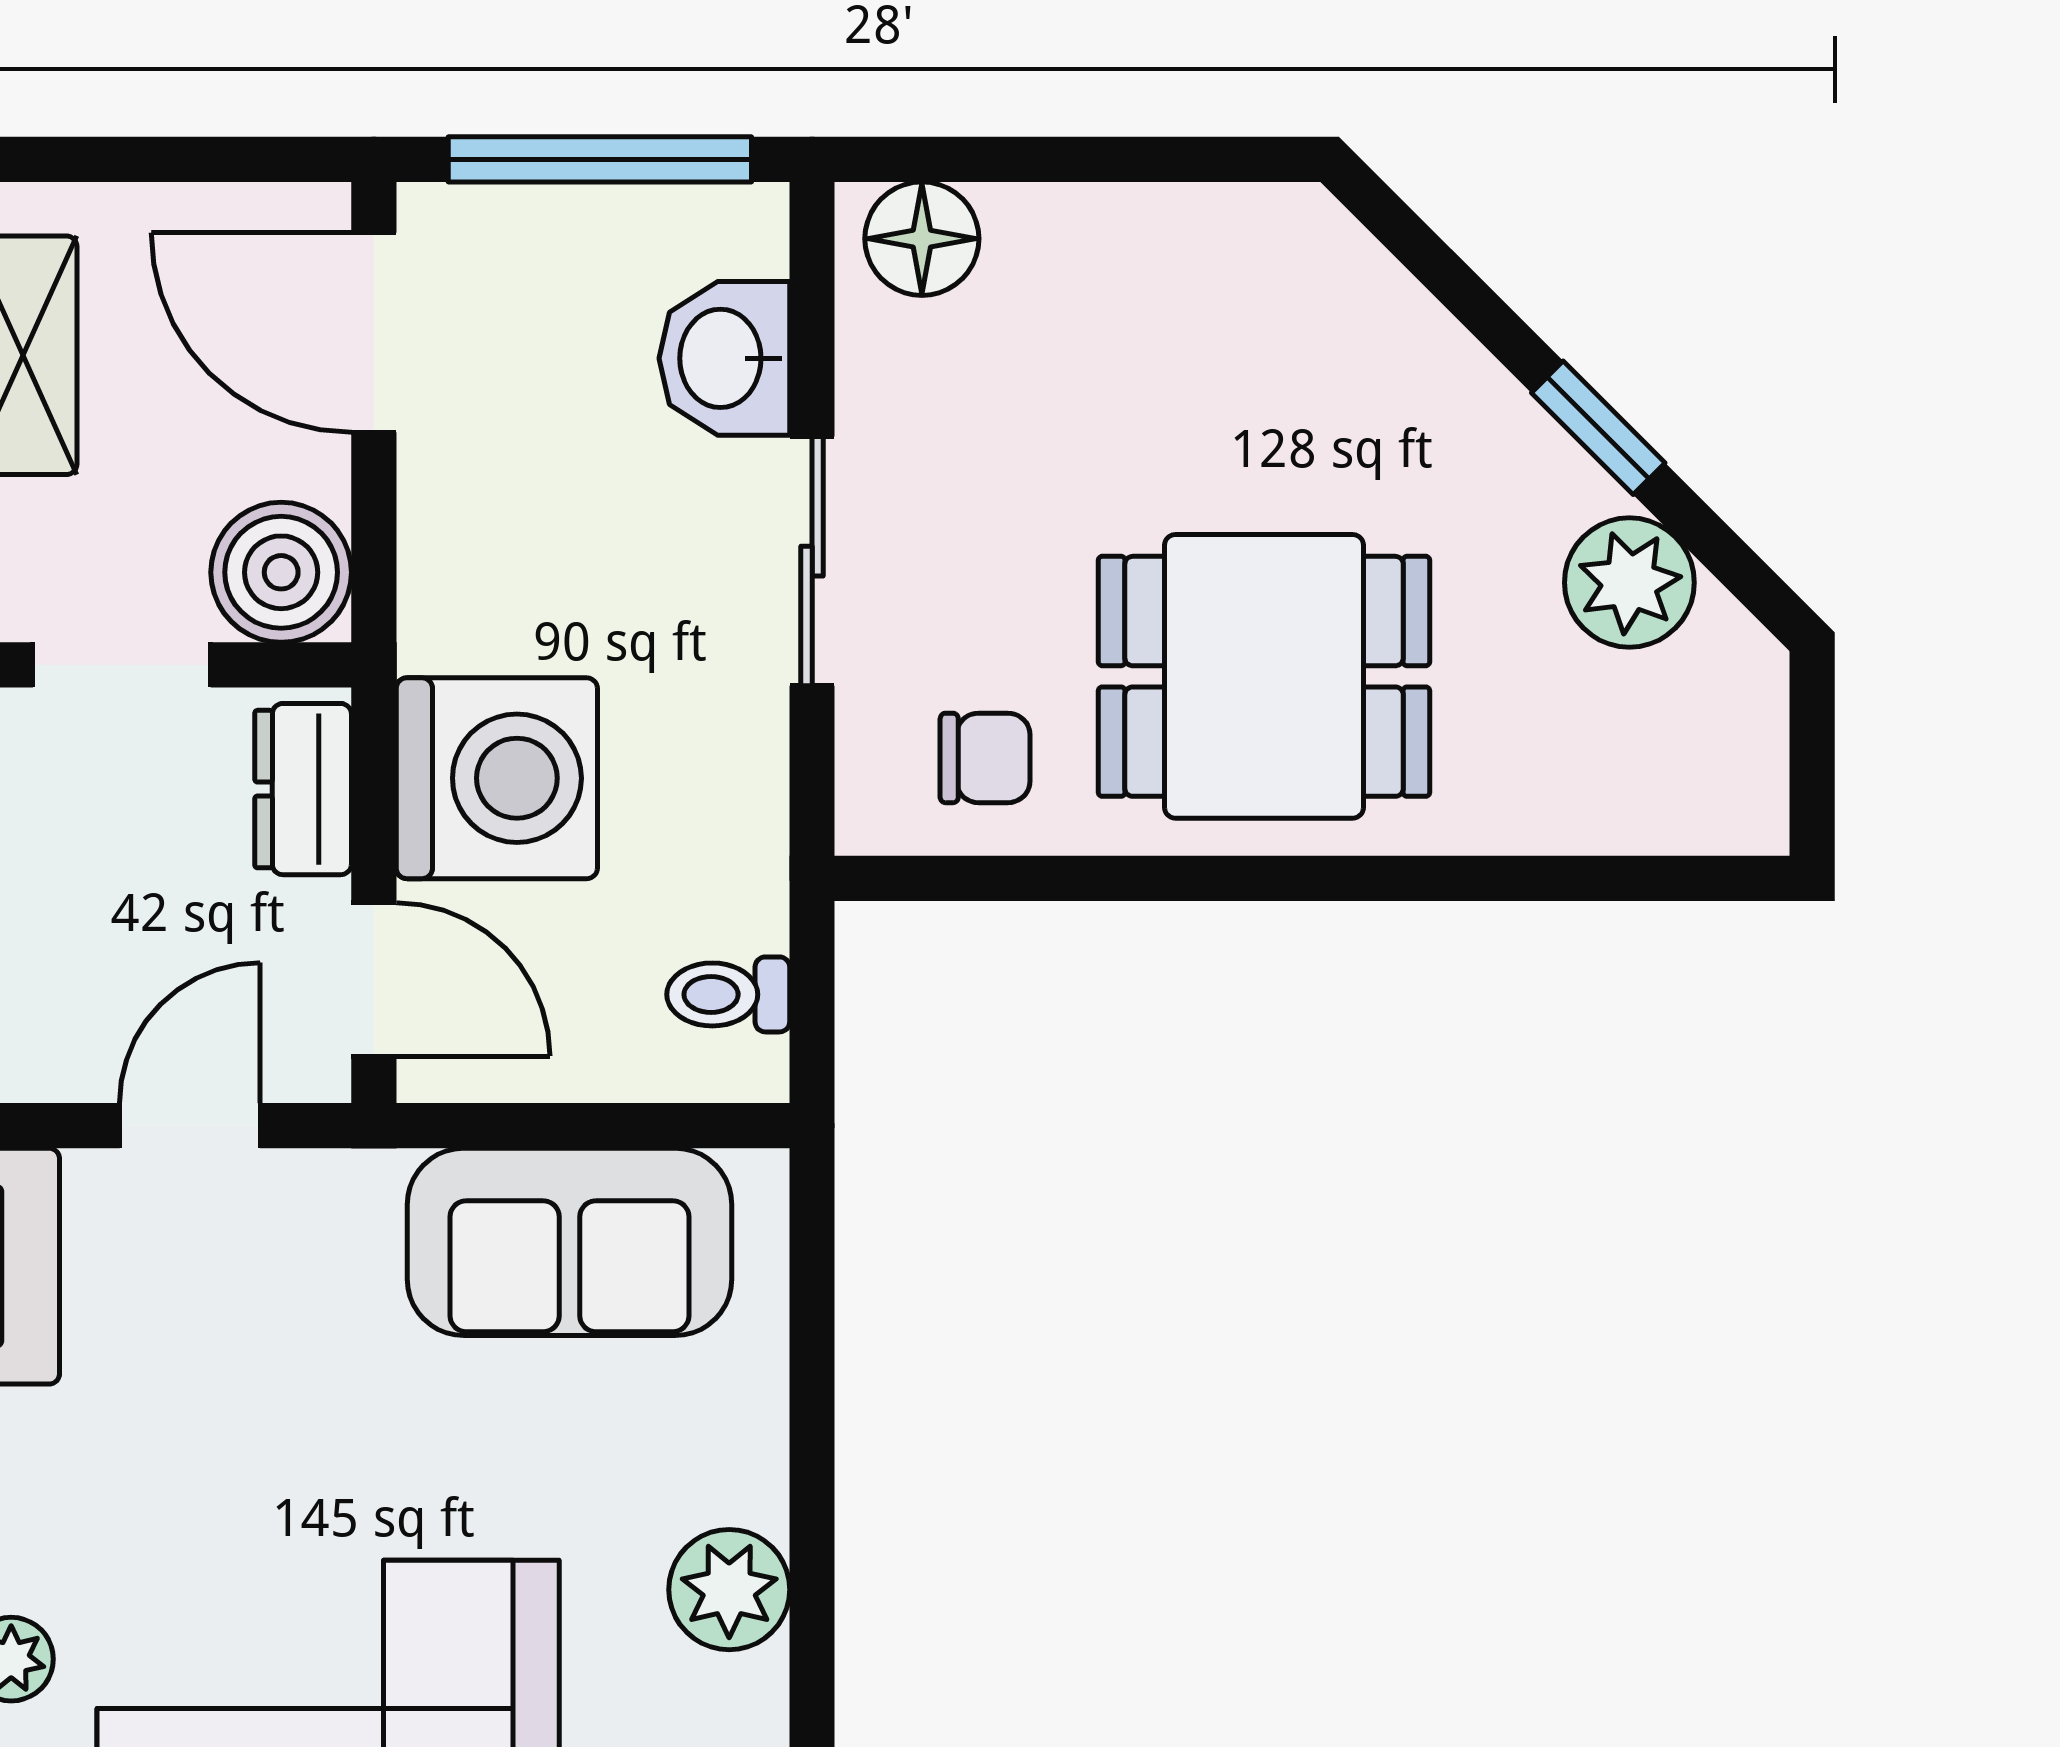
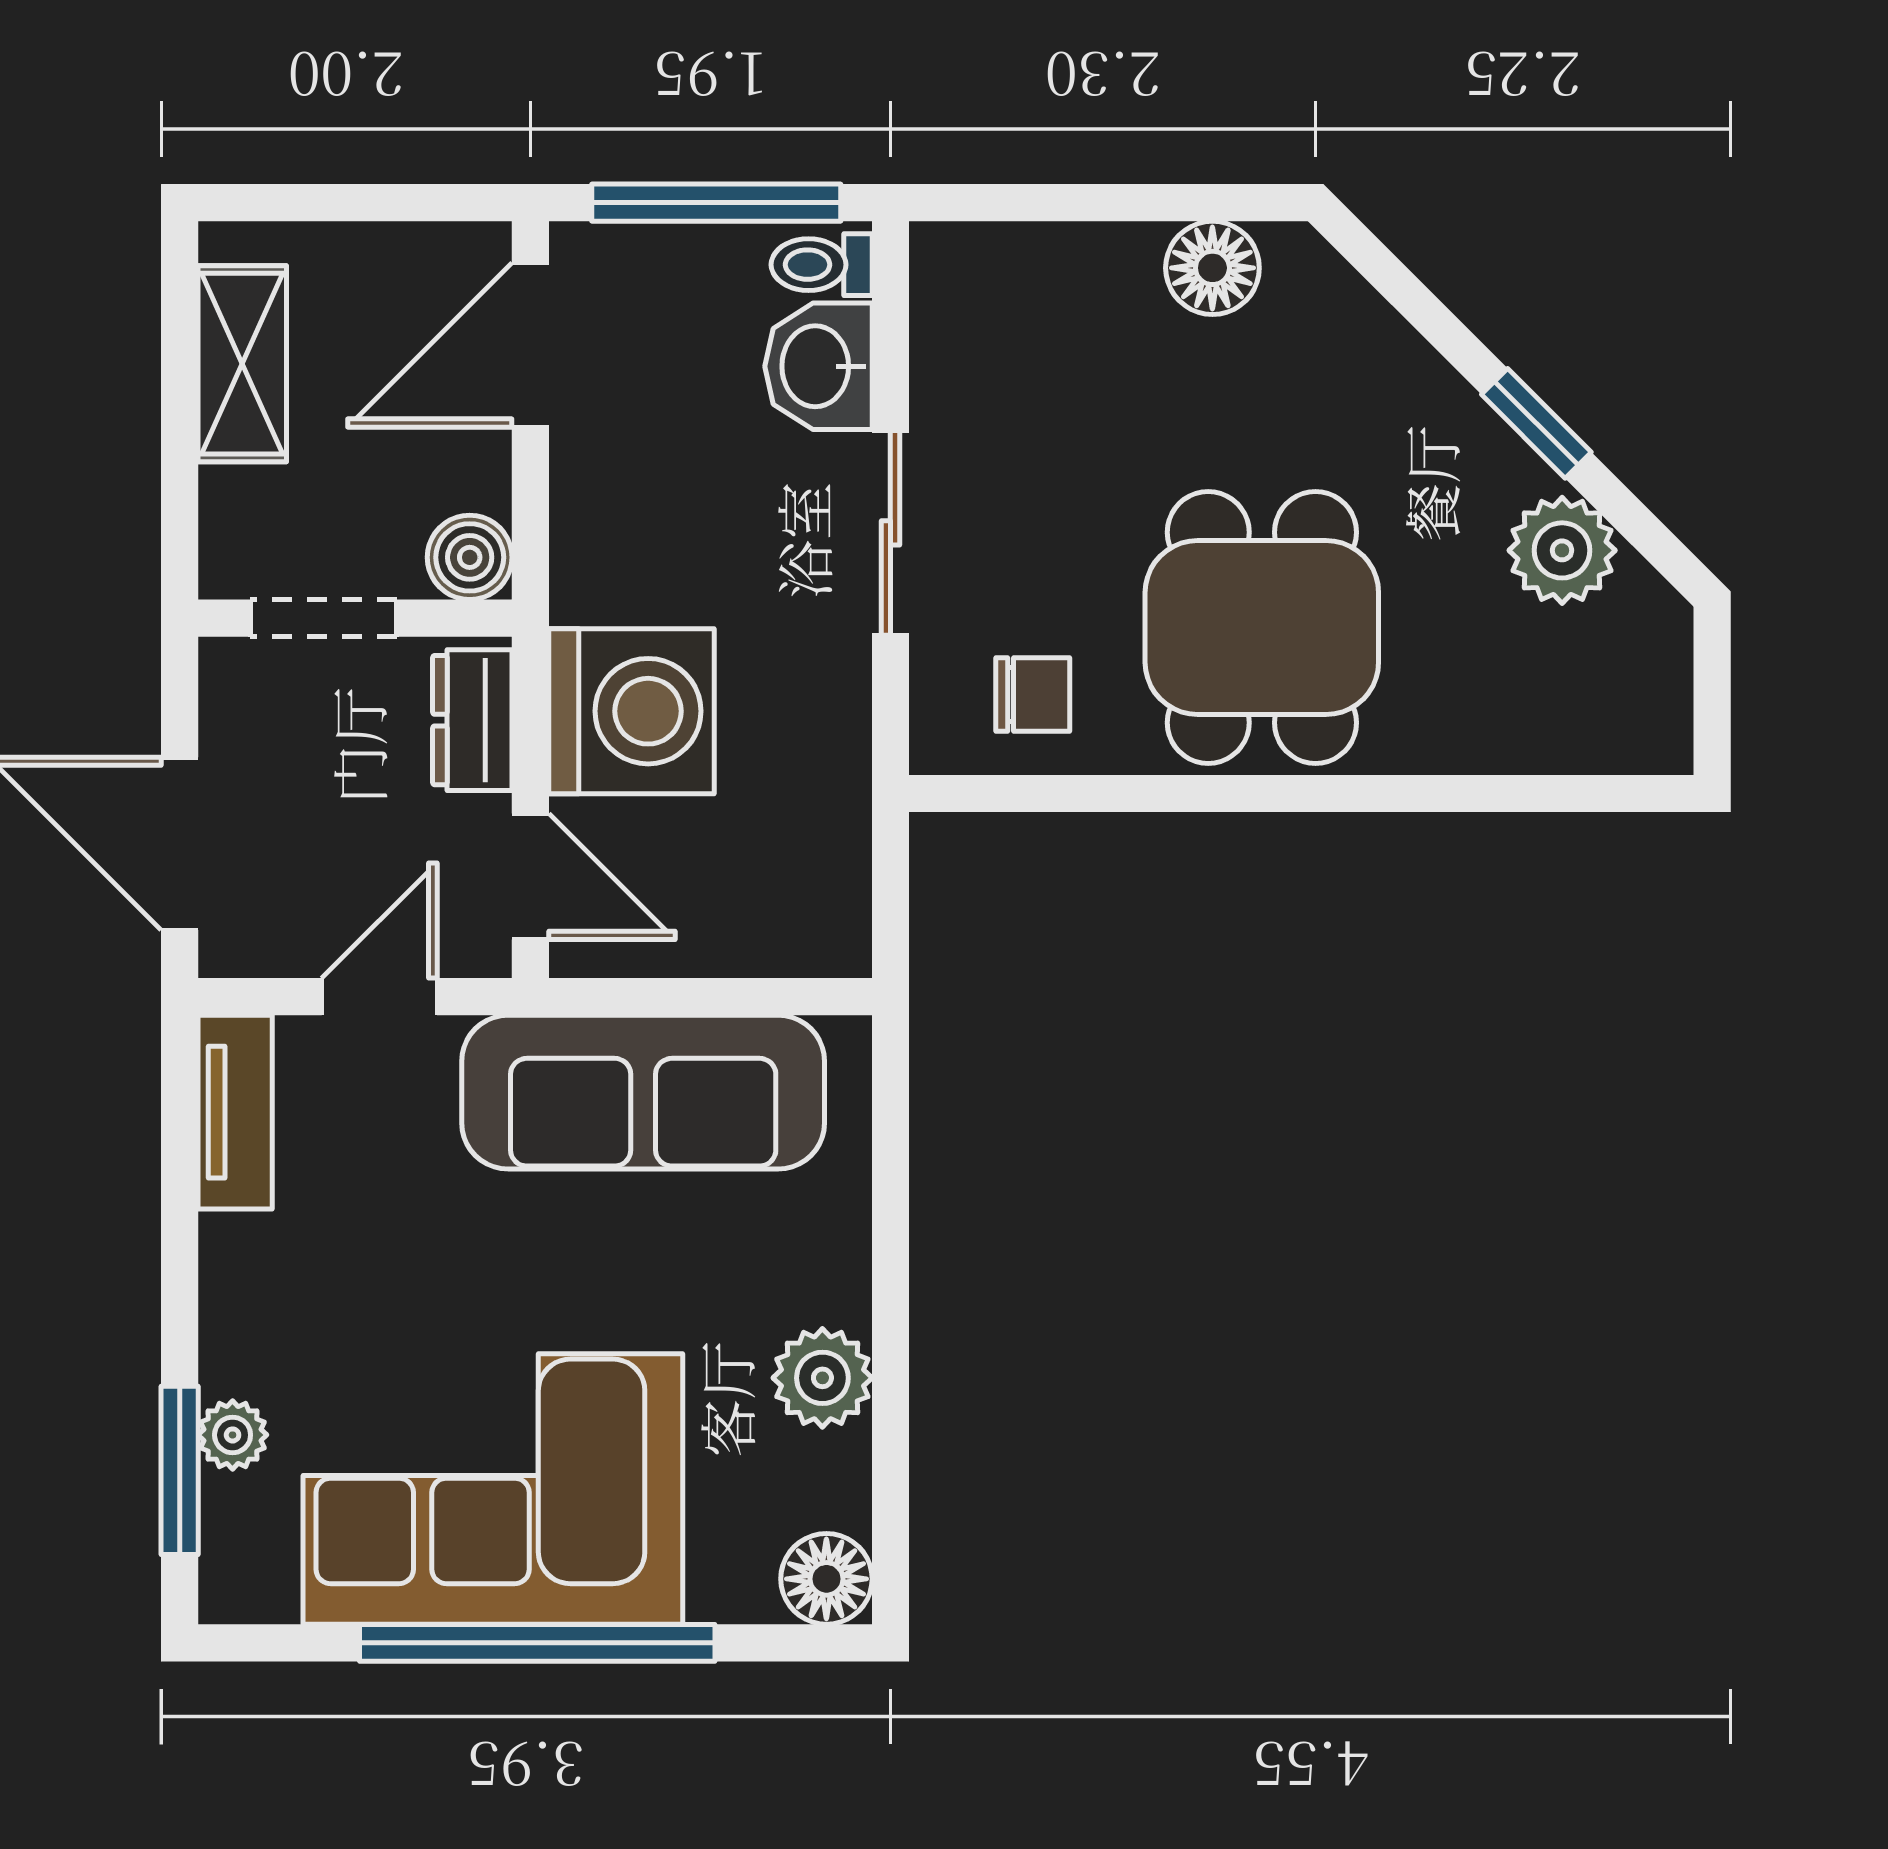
floor lamp: (922, 239) -> (1212, 268), moved
door: (374, 332) -> (530, 345), hinge flipped
boiler: (281, 572) -> (470, 557), width x0.73, depth x0.73
dining table: (1264, 676) -> (1262, 627), turned 90
toilet: (728, 994) -> (822, 265), moved
sofa: (570, 1242) -> (643, 1092), width x1.36

